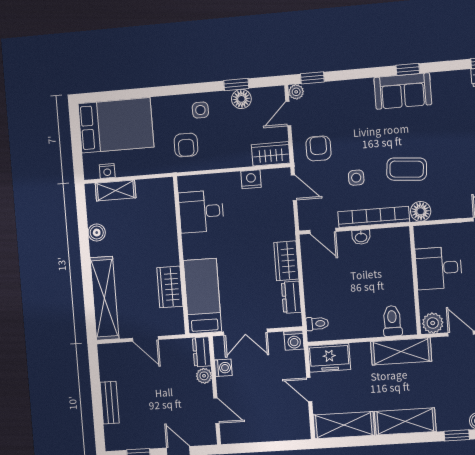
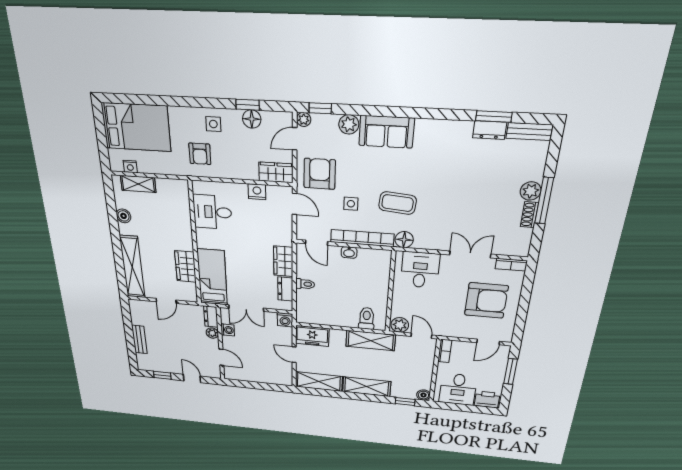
window: (408, 69) -> (413, 113), removed
plant: (344, 90) -> (349, 124), added
sofa: (403, 91) -> (386, 132), moved
armchair: (318, 148) -> (320, 174), width x1.38, depth x1.38
desk: (439, 268) -> (420, 270), moved, turned 90
toilet: (317, 324) -> (305, 284), moved
door: (145, 339) -> (166, 301), hinge flipped

